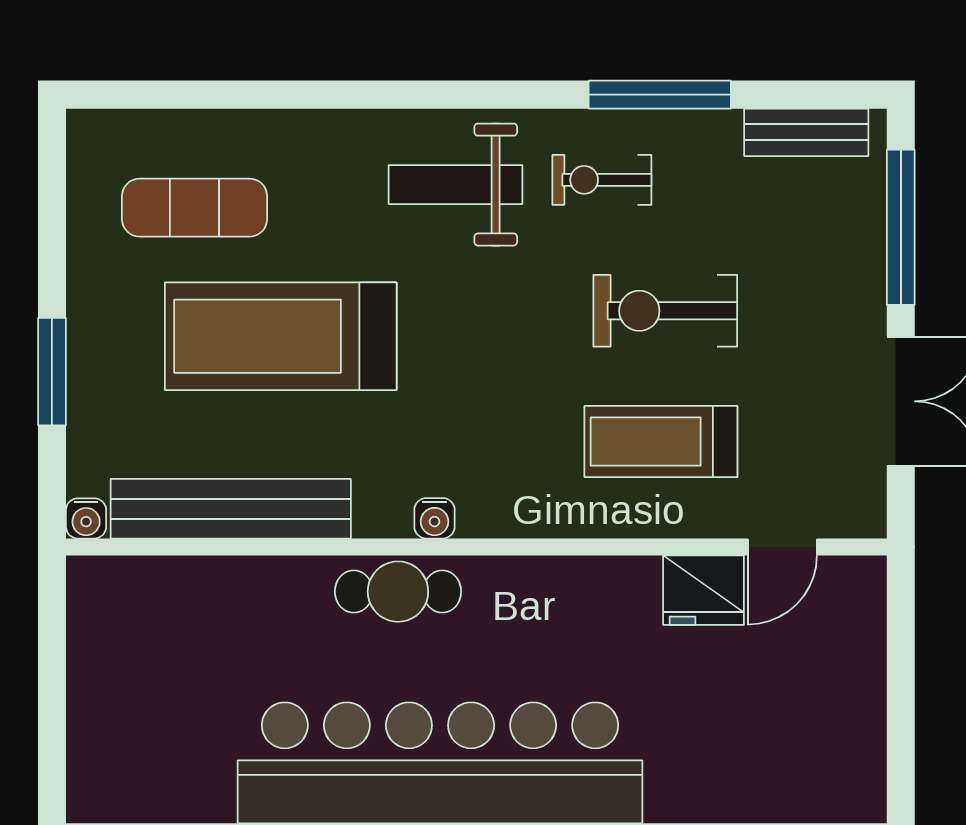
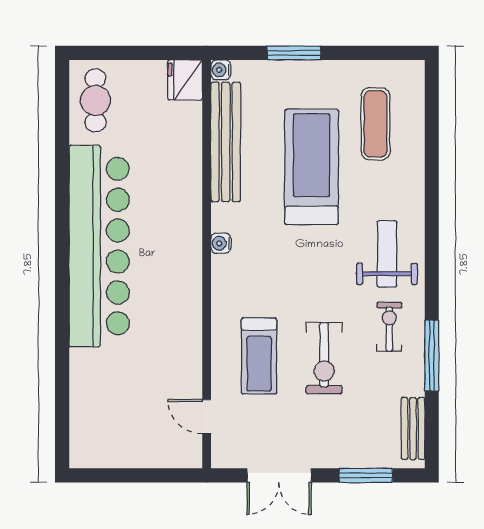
window: (901, 227) -> (366, 475), width x0.69
exercise bike: (665, 311) -> (324, 358), turned 180
treadmill: (661, 442) -> (259, 356), turned 180
fridge: (704, 590) -> (185, 80), moved
cafe table: (398, 592) -> (95, 100), moved

